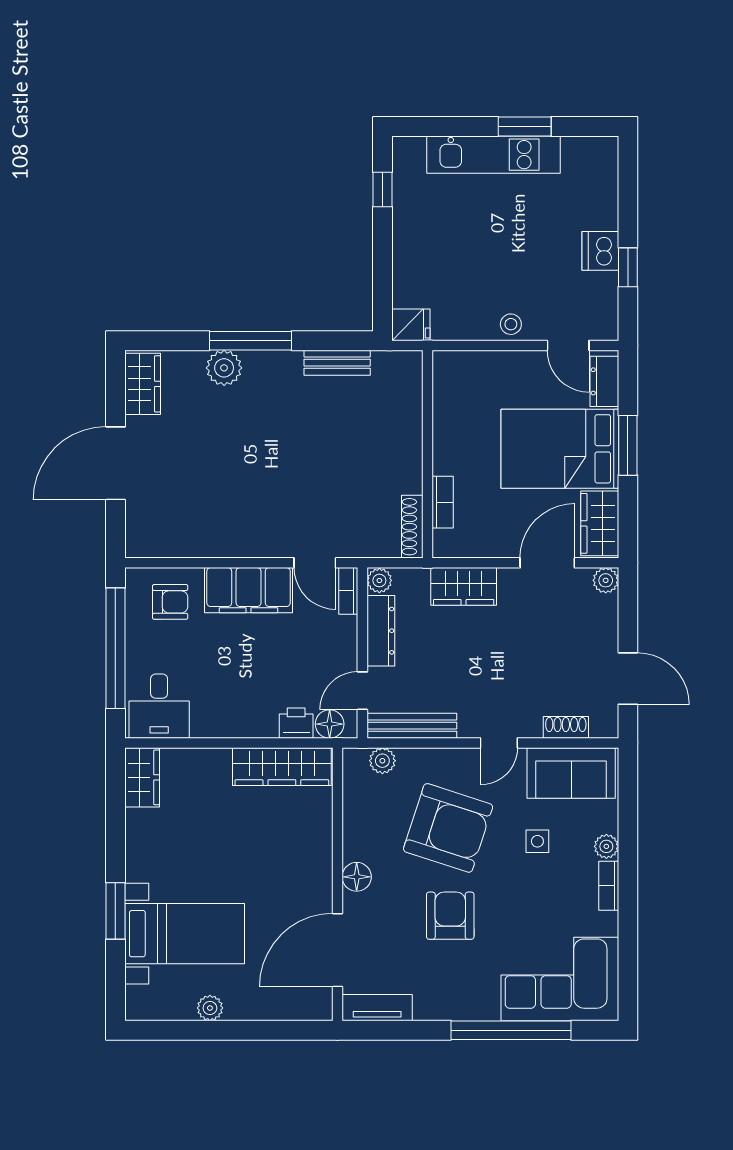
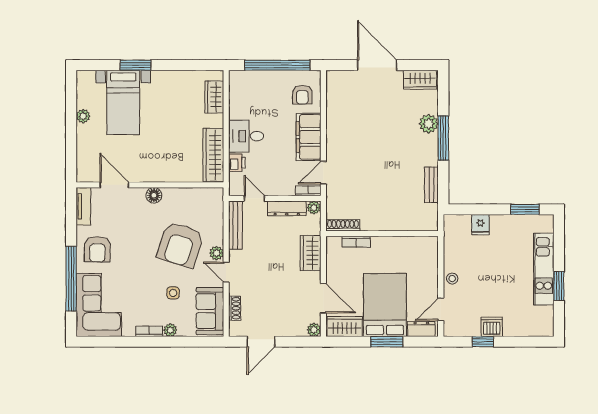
window: (383, 190) -> (525, 209), width x1.50
fridge: (411, 325) -> (480, 225), moved
desk: (159, 706) -> (246, 136), moved
floor lamp: (330, 724) -> (236, 181), removed
plant: (382, 761) -> (217, 253), moved
wardrobe: (142, 777) -> (214, 97), moved, turned 90
armchair: (450, 916) -> (97, 249), moved, turned 91
door: (338, 950) -> (114, 185), width x0.73

